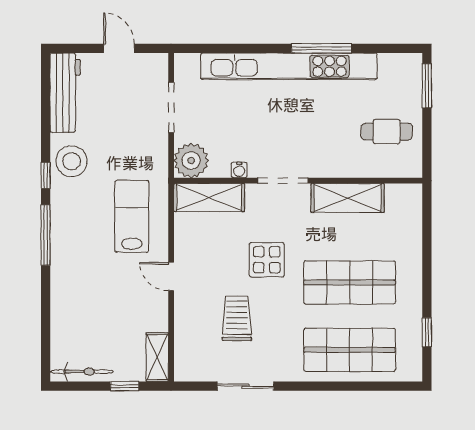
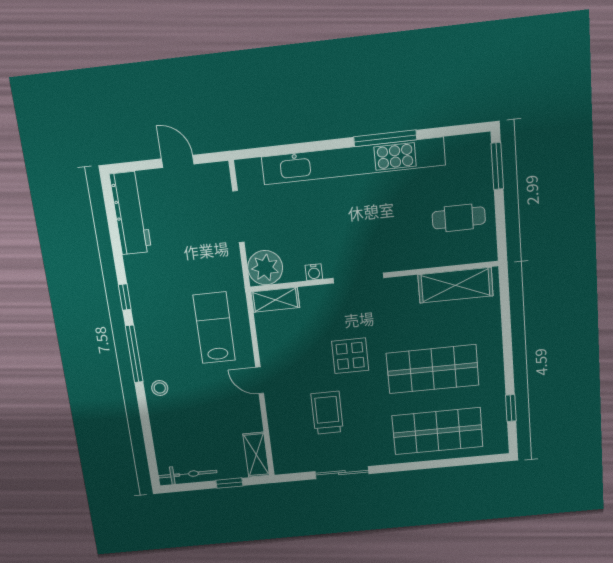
stool: (72, 161) -> (160, 388), moved, width x0.53, depth x0.53
shelving: (209, 198) -> (275, 300), width x0.67, depth x0.75
shelving: (348, 198) -> (455, 285), moved

